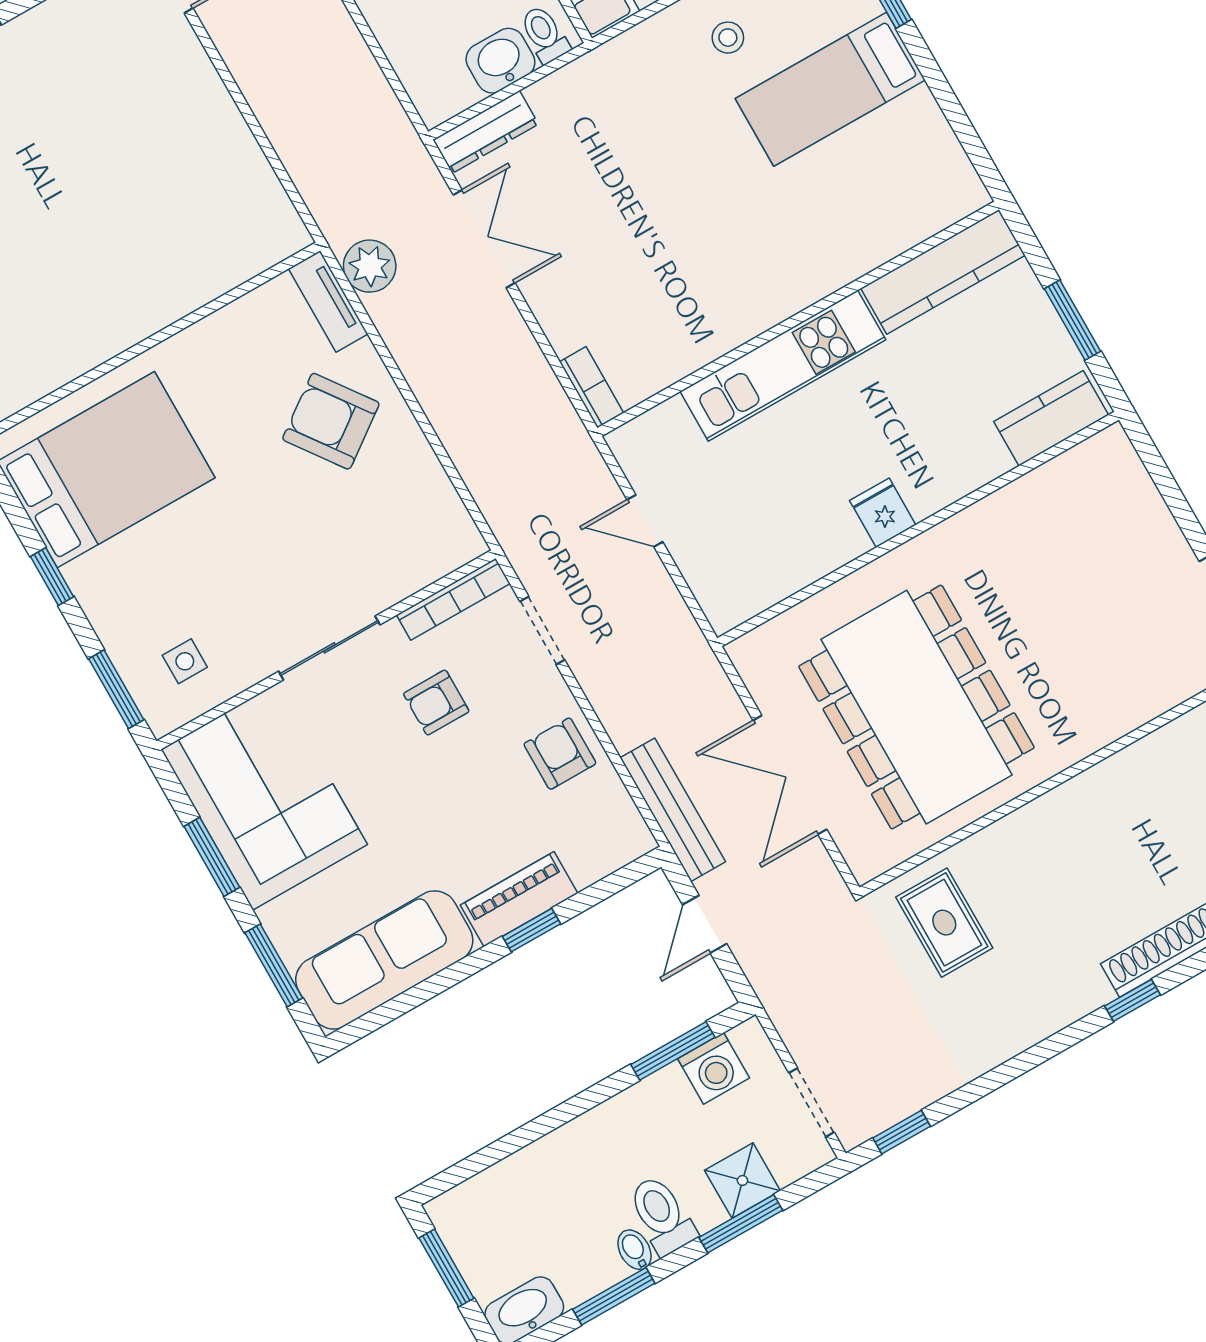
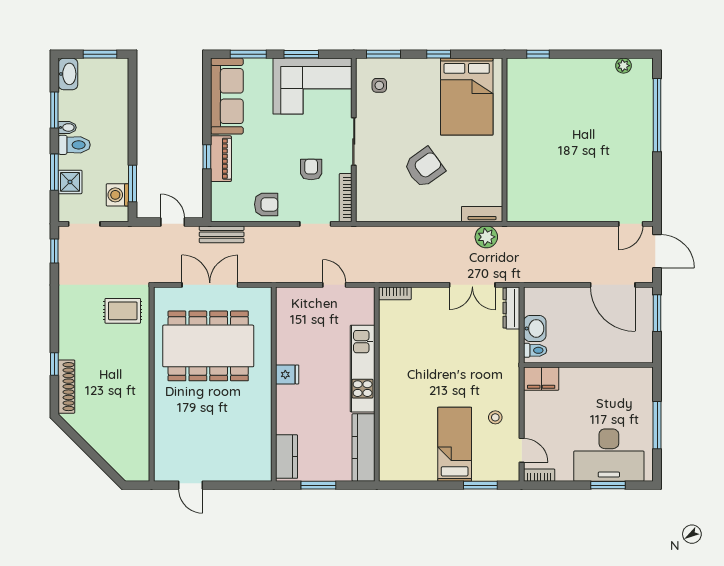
armchair: (331, 421) -> (424, 168), moved
door: (645, 521) -> (334, 285), hinge flipped
bench: (673, 810) -> (222, 234), width x0.73

